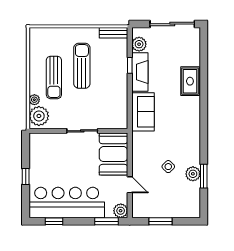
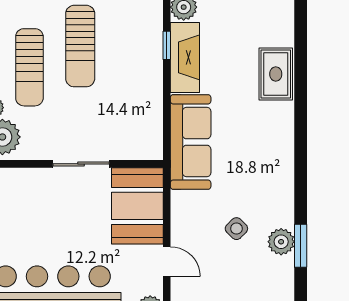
sun lounger: (82, 66) -> (80, 46), turned 180
sofa: (143, 112) -> (191, 142), width x1.36

